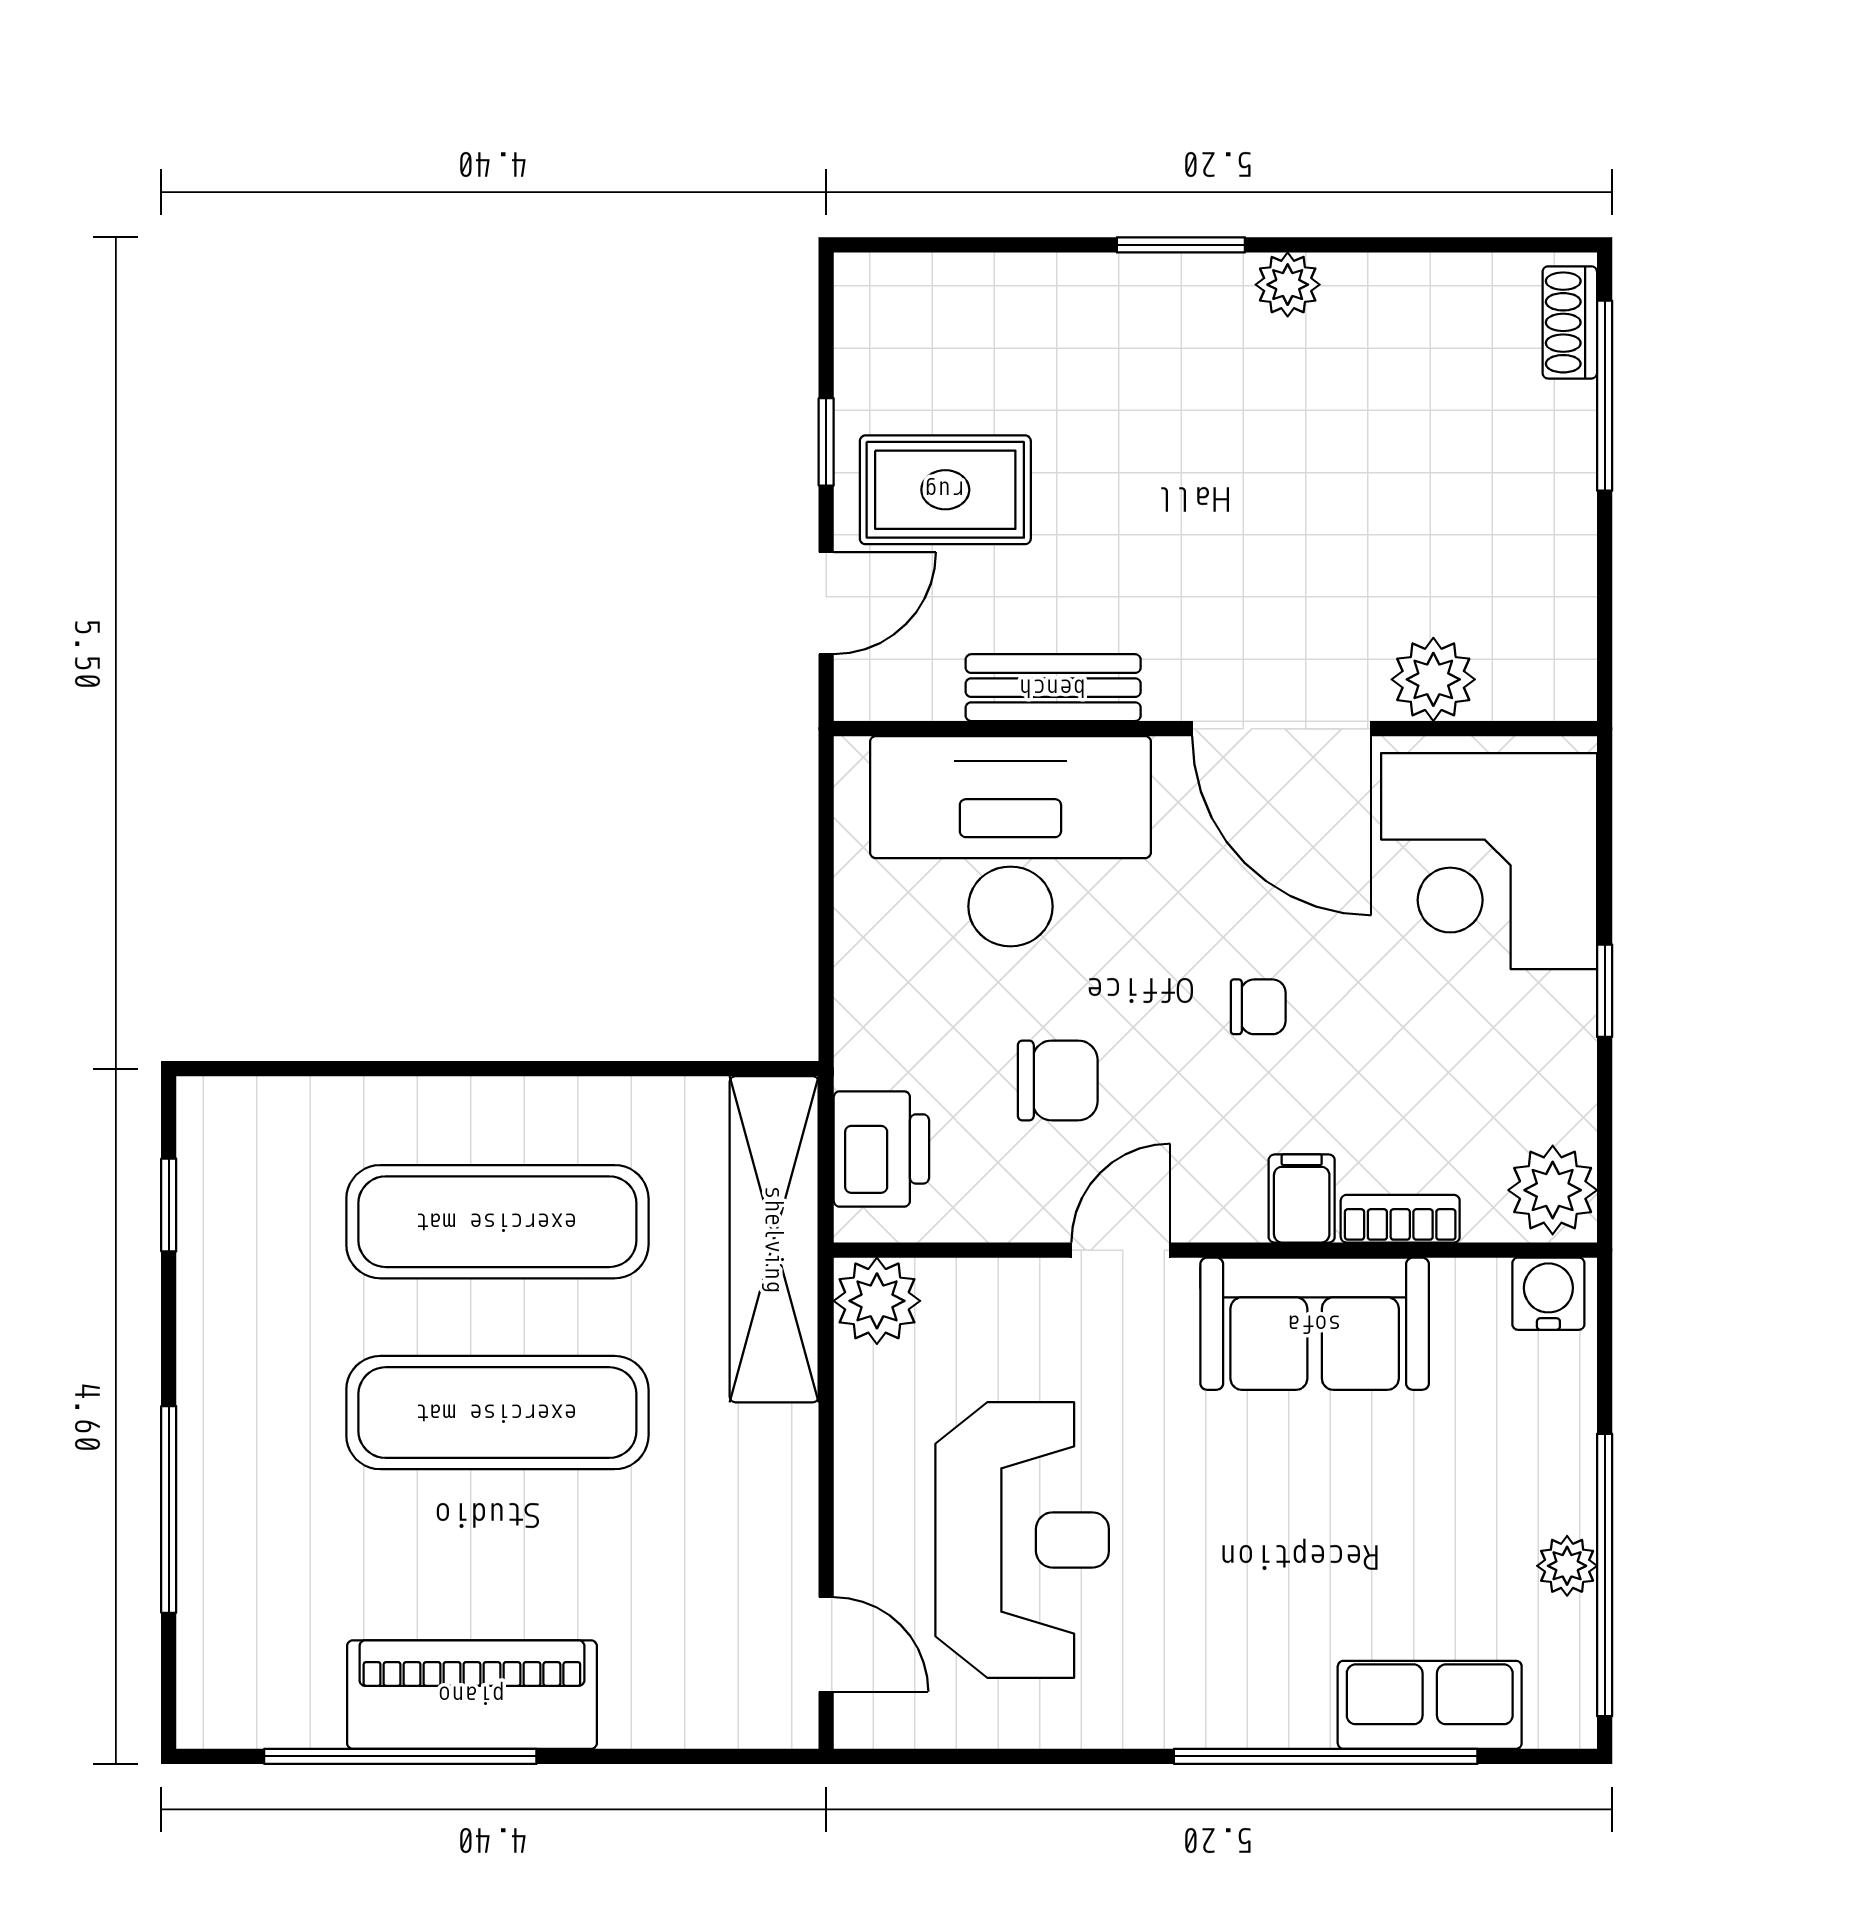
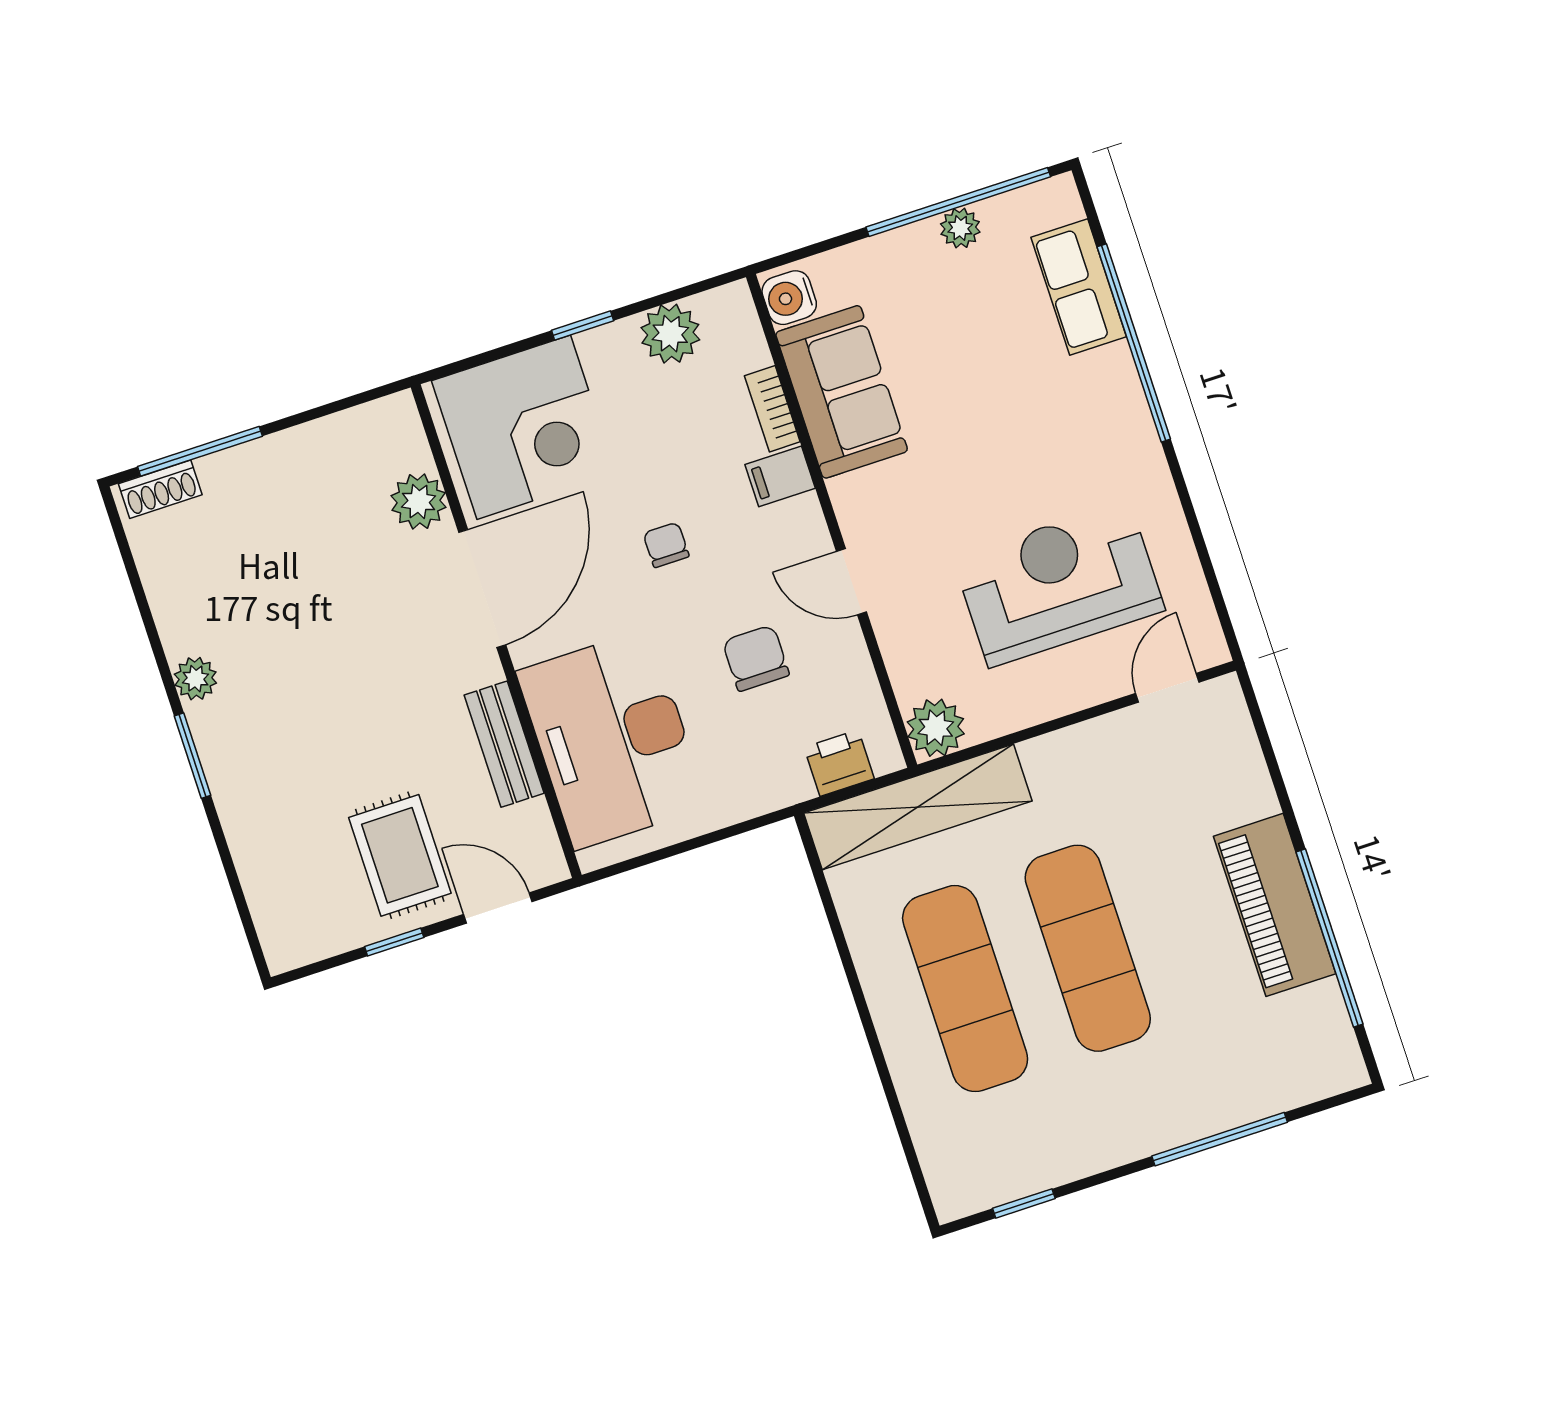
printer: (881, 1149) -> (839, 763), width x0.73, depth x0.81
plant: (1553, 1190) -> (670, 334), moved
sofa: (1315, 1324) -> (842, 392), moved

